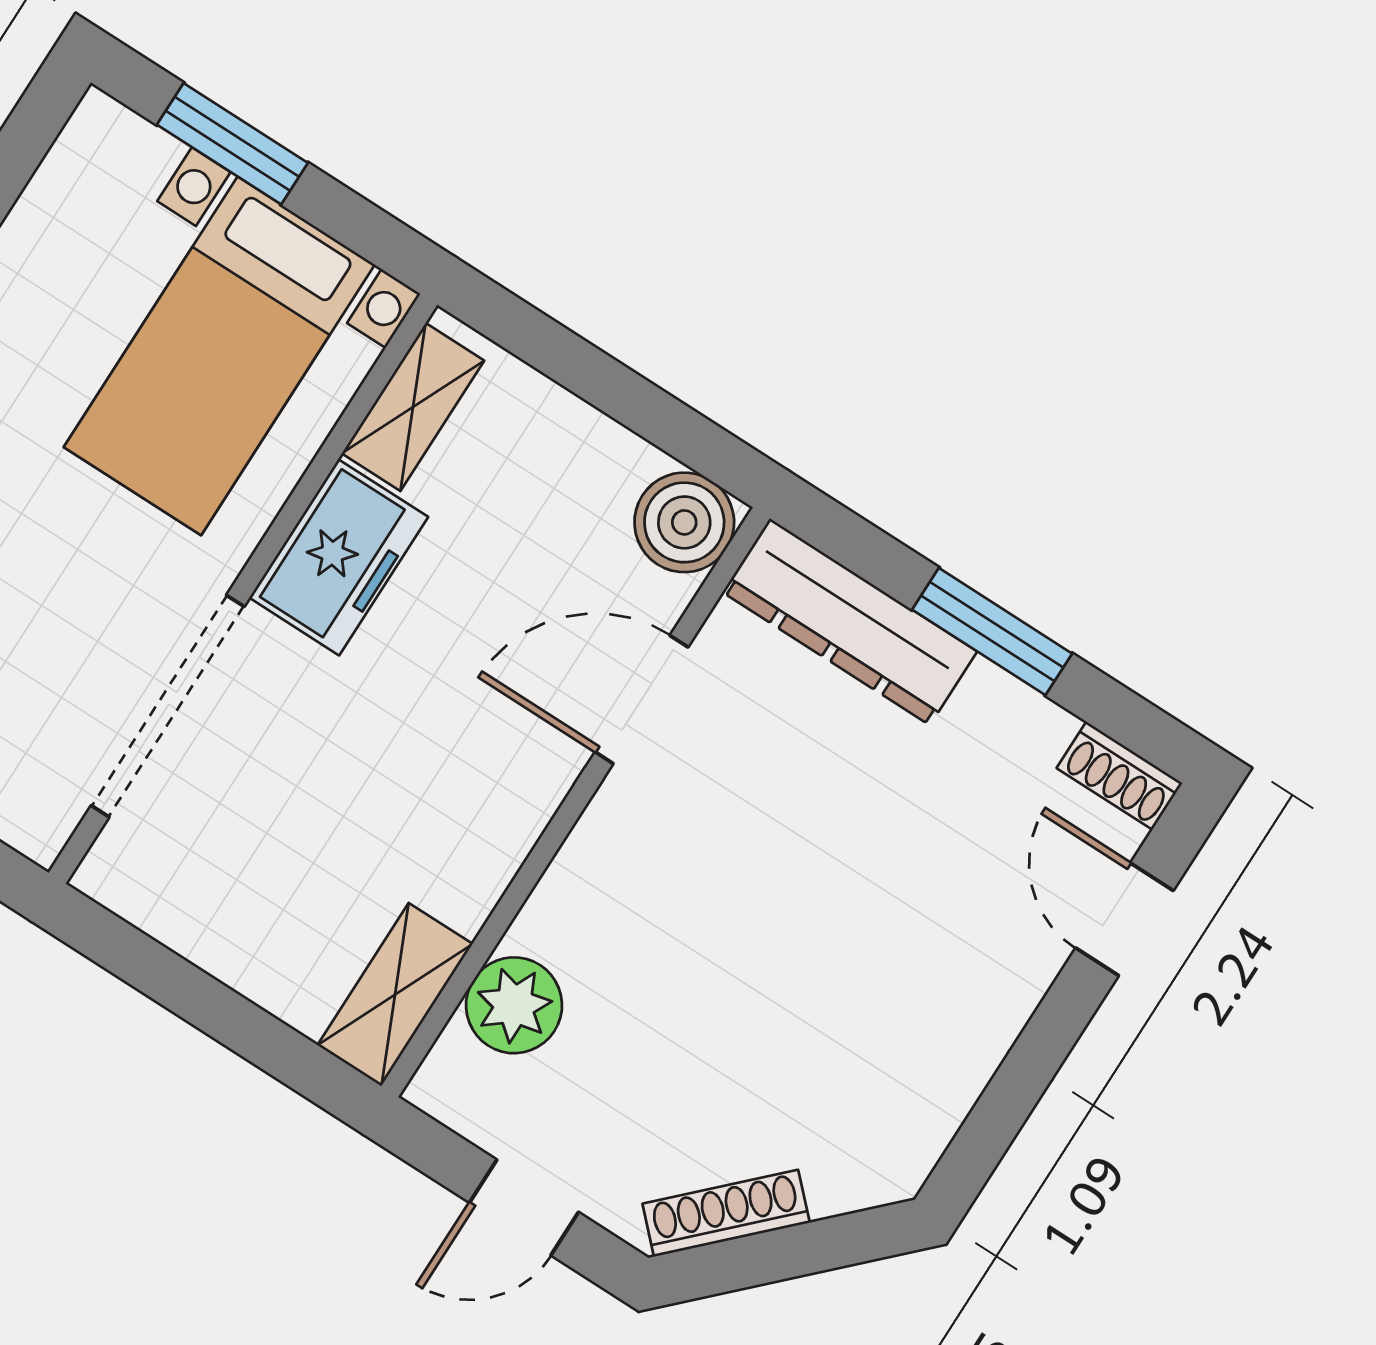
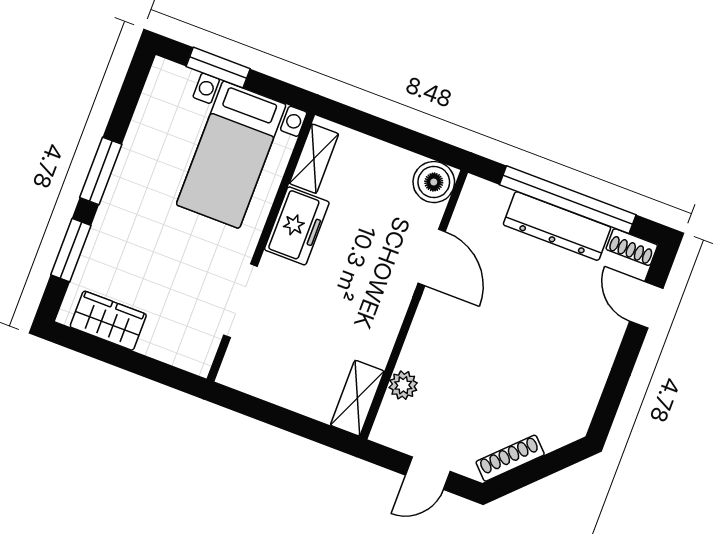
dresser: (850, 622) -> (557, 226), moved
window: (992, 632) -> (568, 200), width x2.11
door: (642, 699) -> (432, 257), swing flipped
doorway: (168, 706) -> (240, 301), width x0.73
plant: (514, 1005) -> (403, 385), width x0.73, depth x0.73

